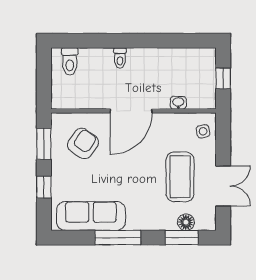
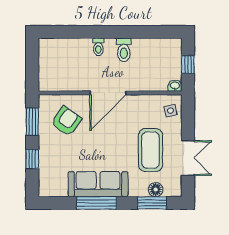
toilet: (70, 61) -> (124, 50), moved
washbasin: (178, 103) -> (175, 86), moved
sofa: (91, 216) -> (98, 184), moved

